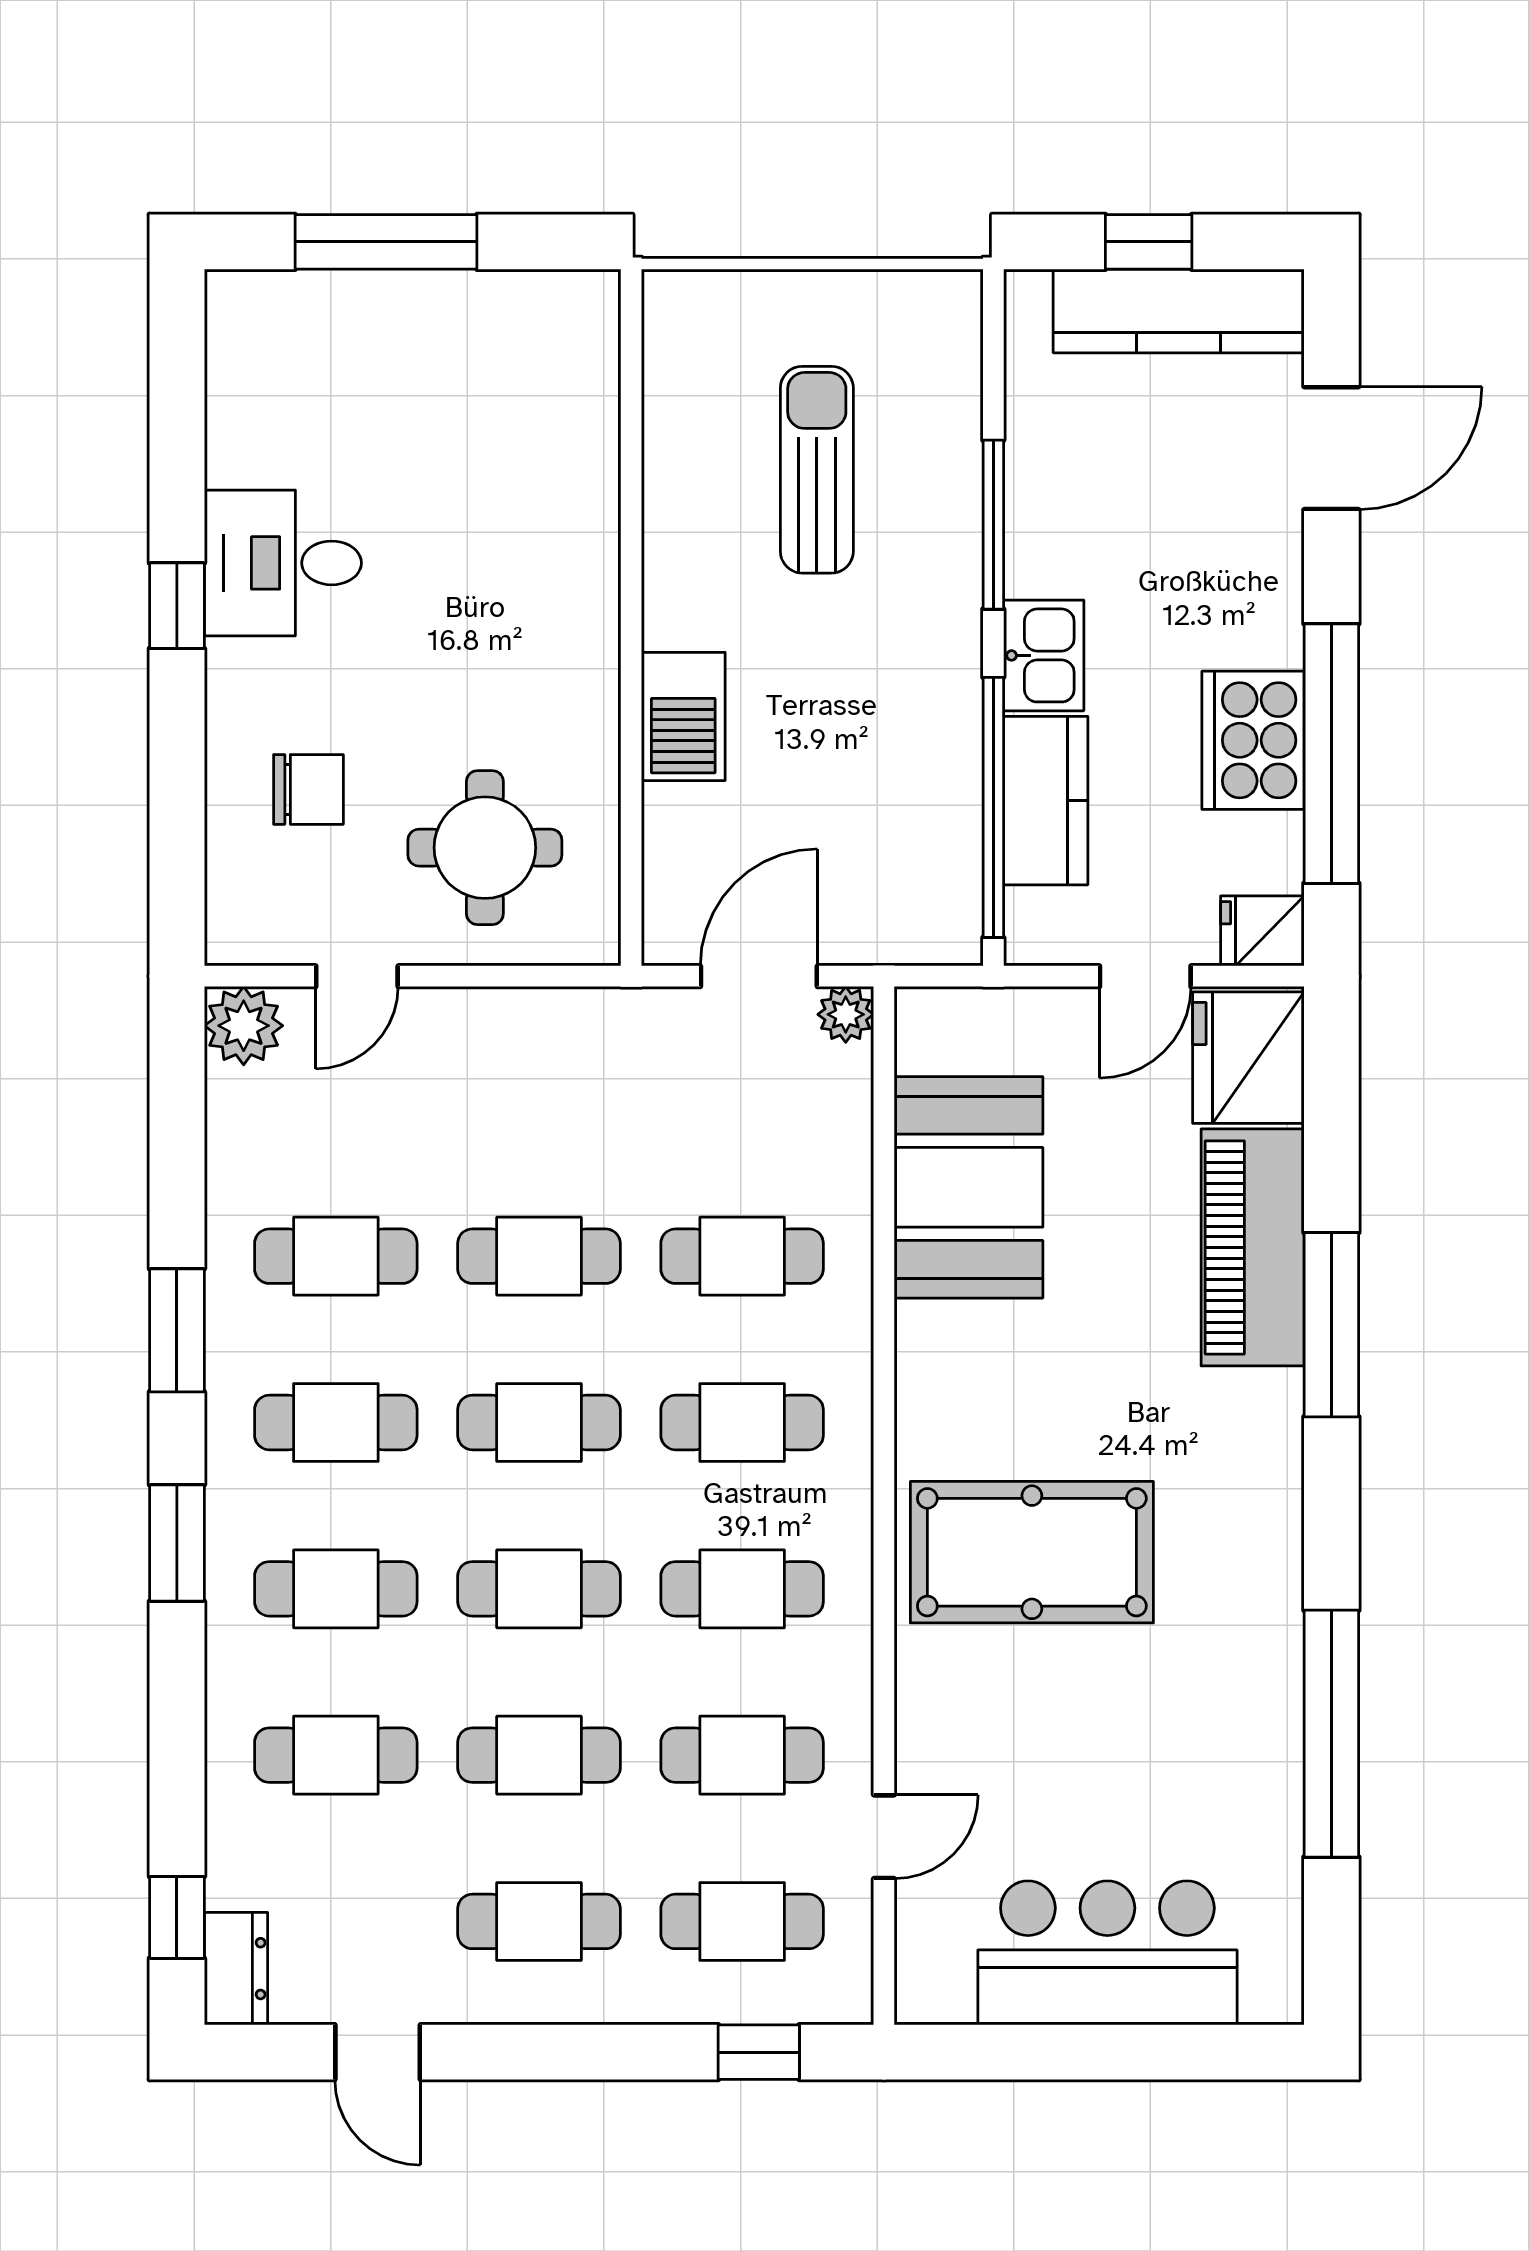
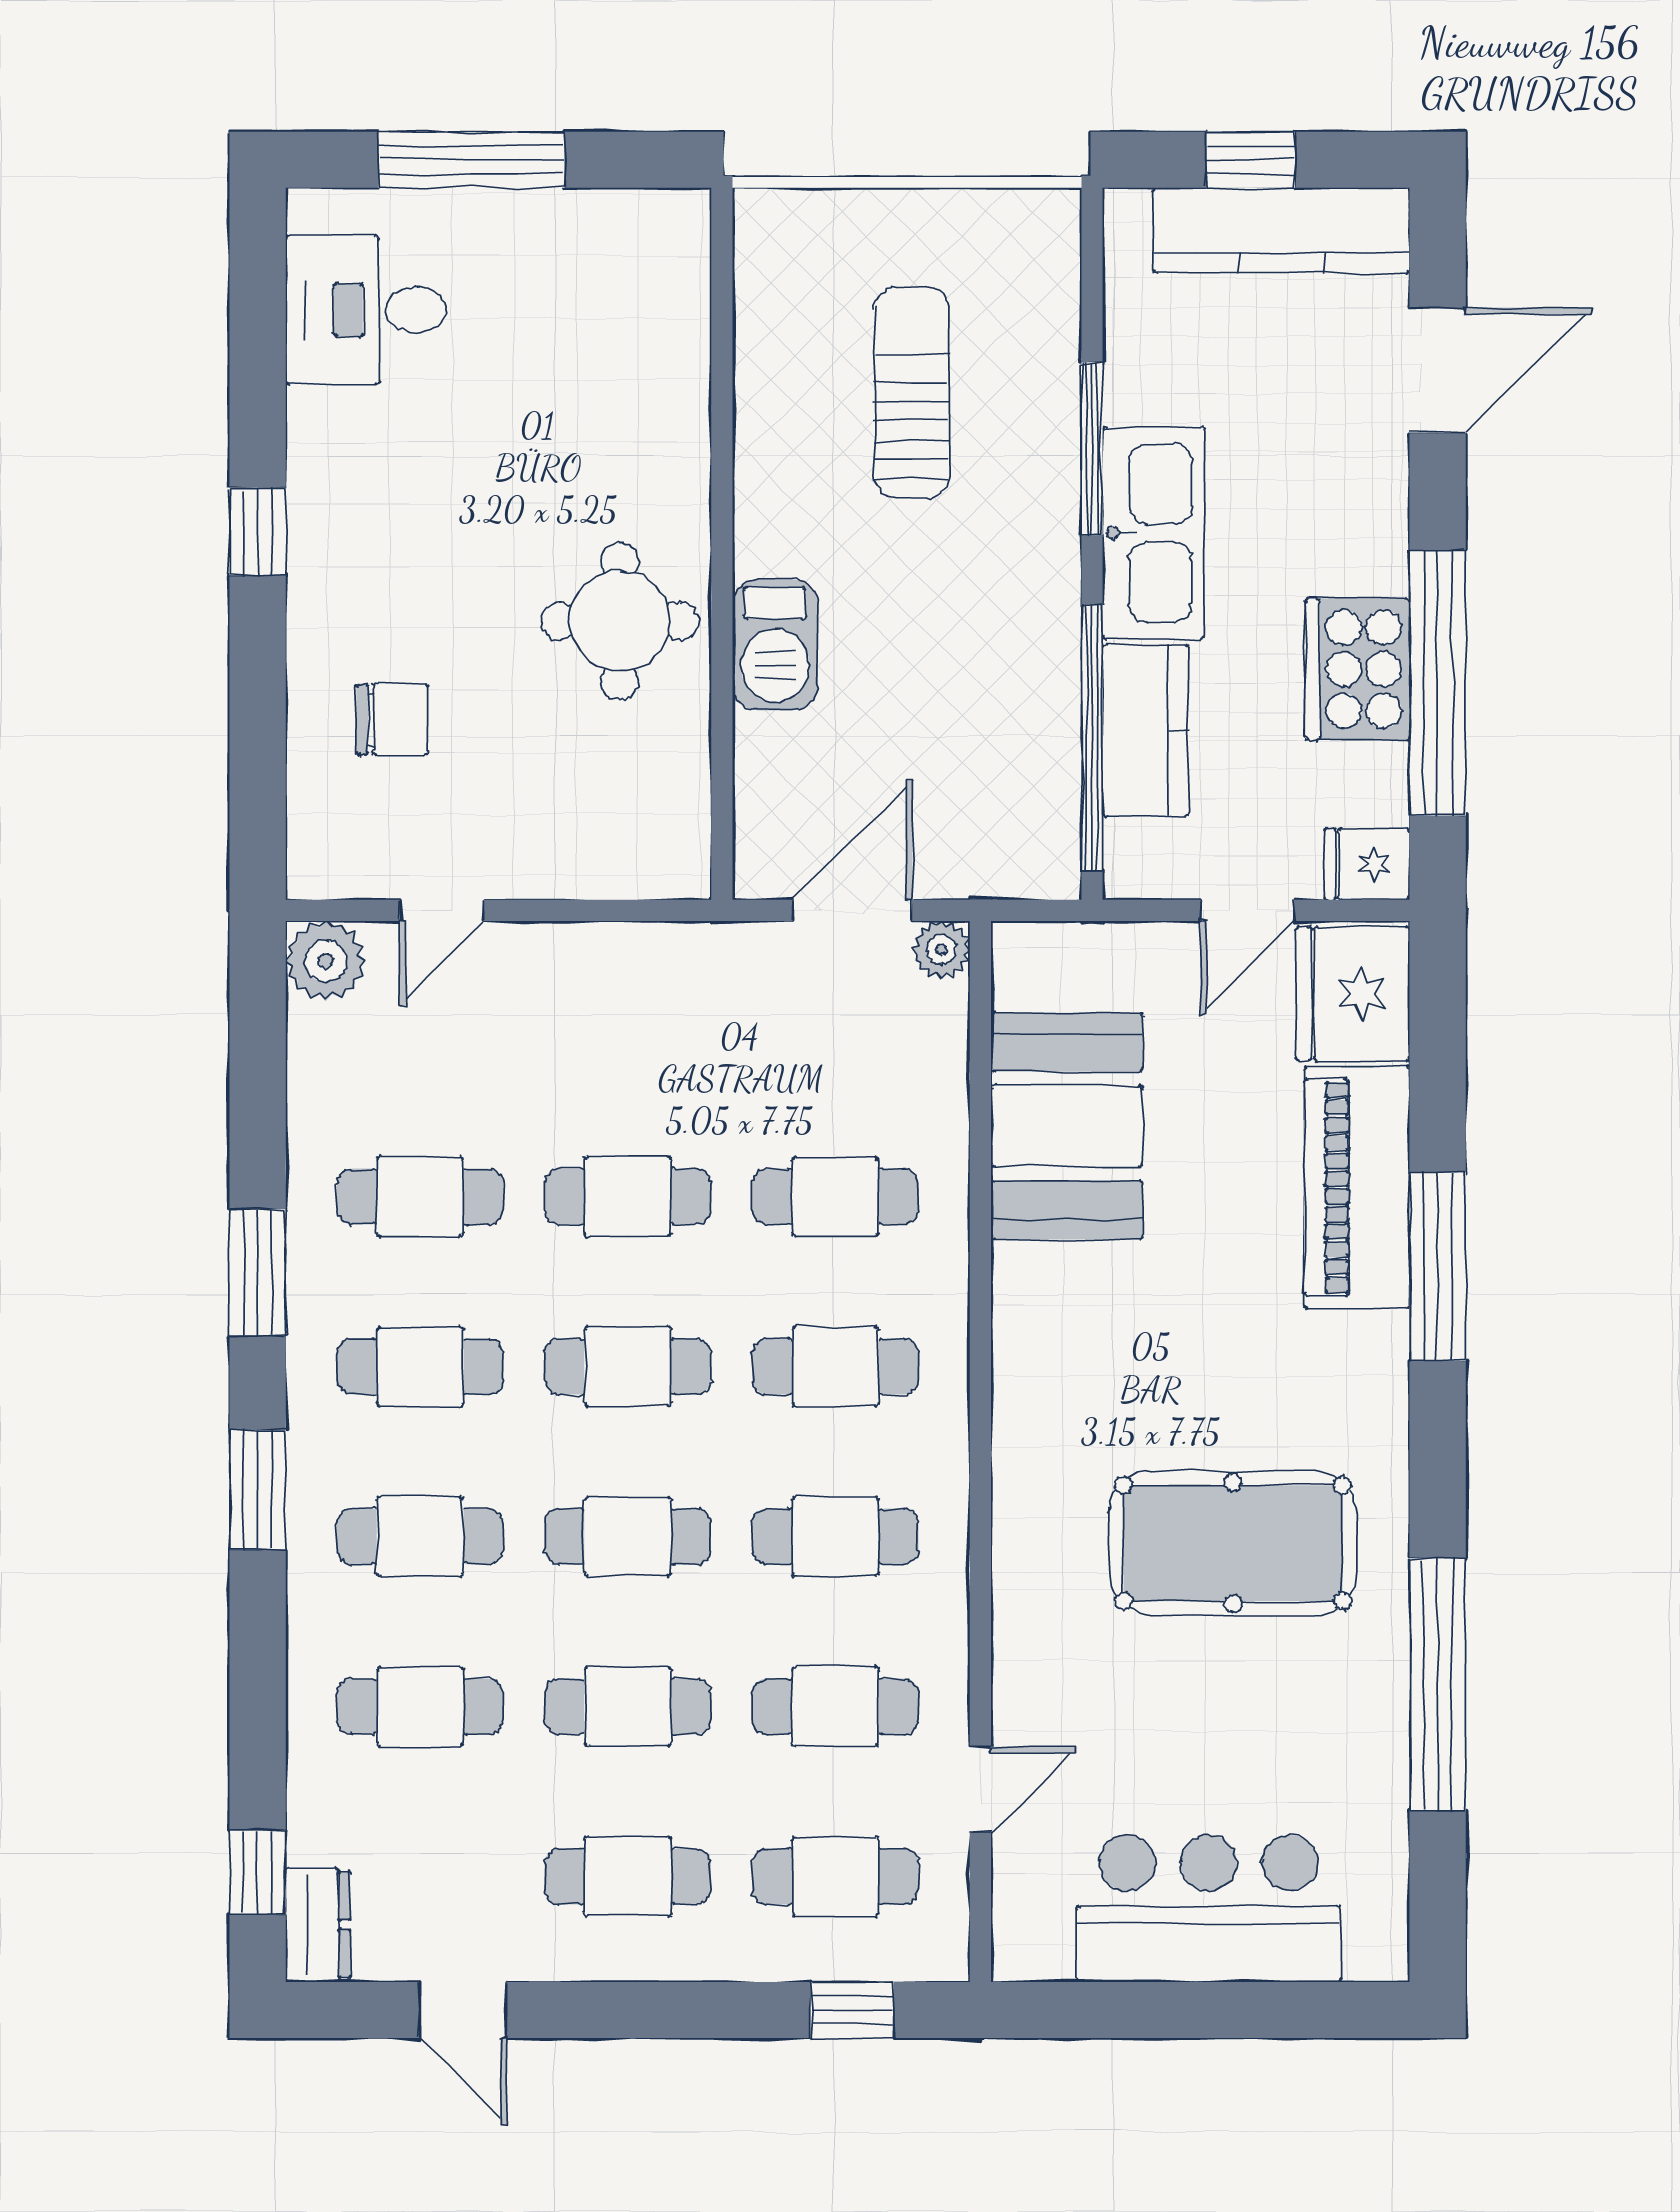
desk: (283, 563) -> (366, 310), moved
kitchen sink: (1044, 655) -> (1153, 533), width x1.88, depth x1.24
round table: (485, 848) -> (620, 621), moved
pool table: (1032, 1552) -> (1233, 1543), moved

